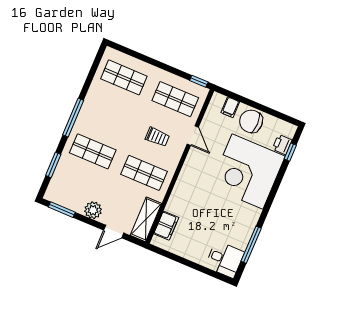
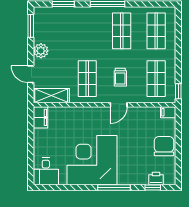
filing cabinet: (230, 107) -> (168, 112), moved
door: (193, 136) -> (119, 105), moved
shop shelf: (93, 151) -> (122, 31), moved
corner desk: (248, 171) -> (92, 160), moved
filing cabinet: (166, 226) -> (40, 117), moved, turned -90
window: (251, 245) -> (114, 187), moved

